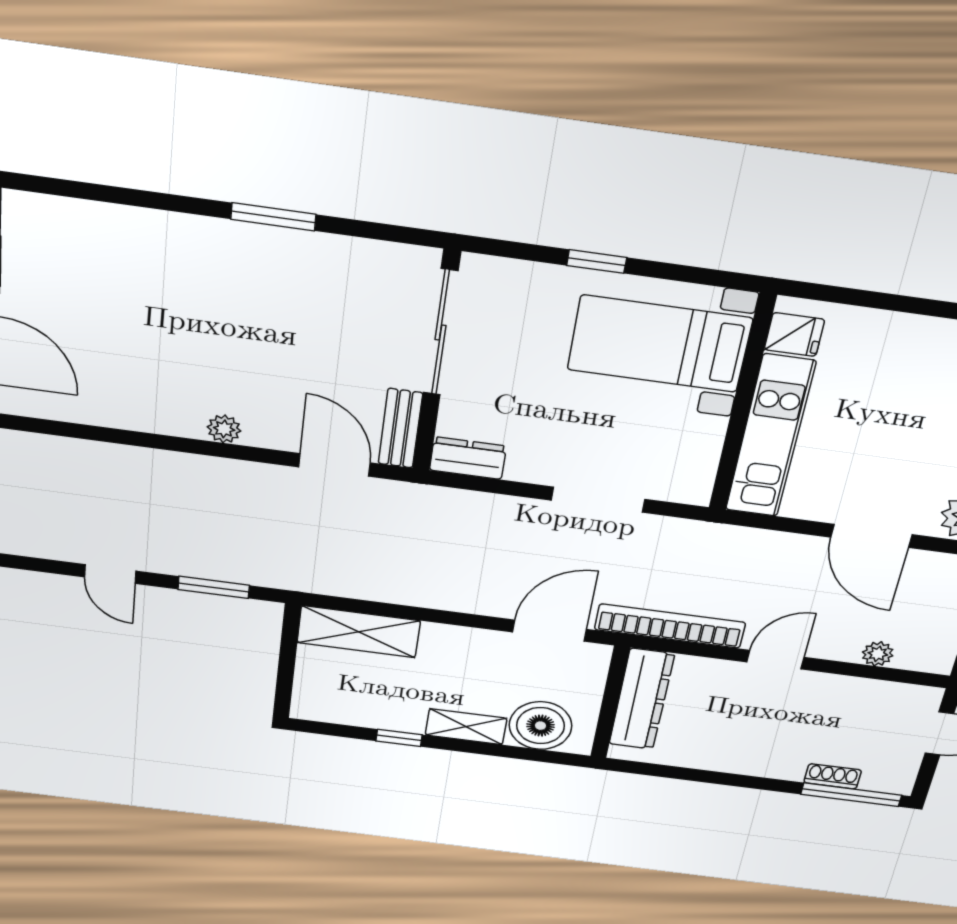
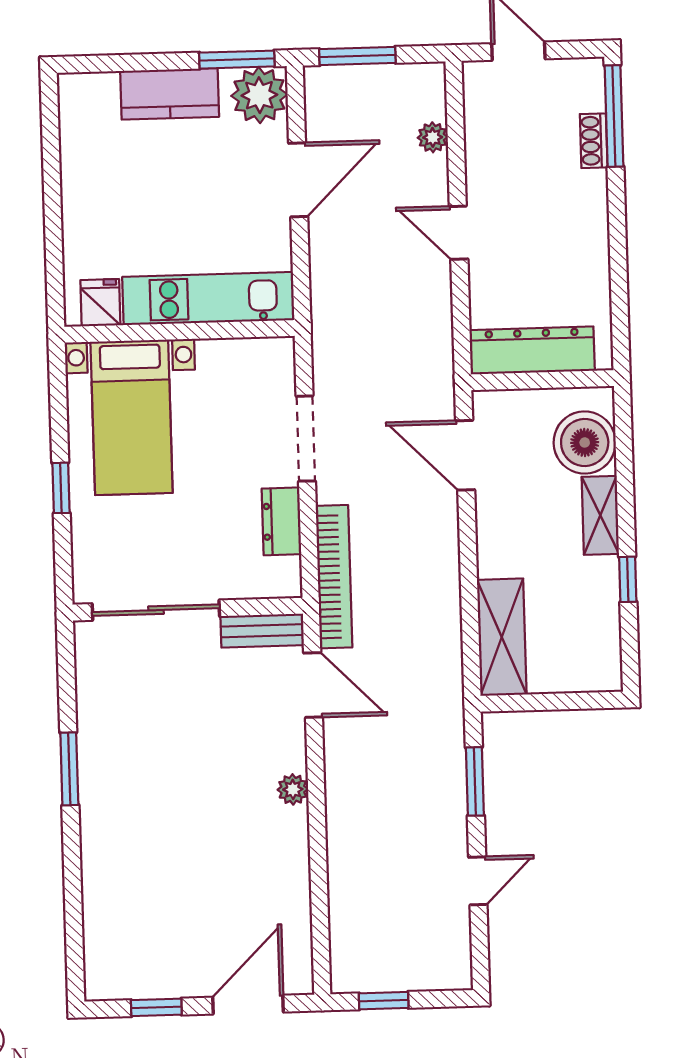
dresser: (468, 458) -> (281, 521), moved
door: (334, 465) -> (313, 685), swing flipped
bookcase: (670, 626) -> (334, 577), moved, turned 180

